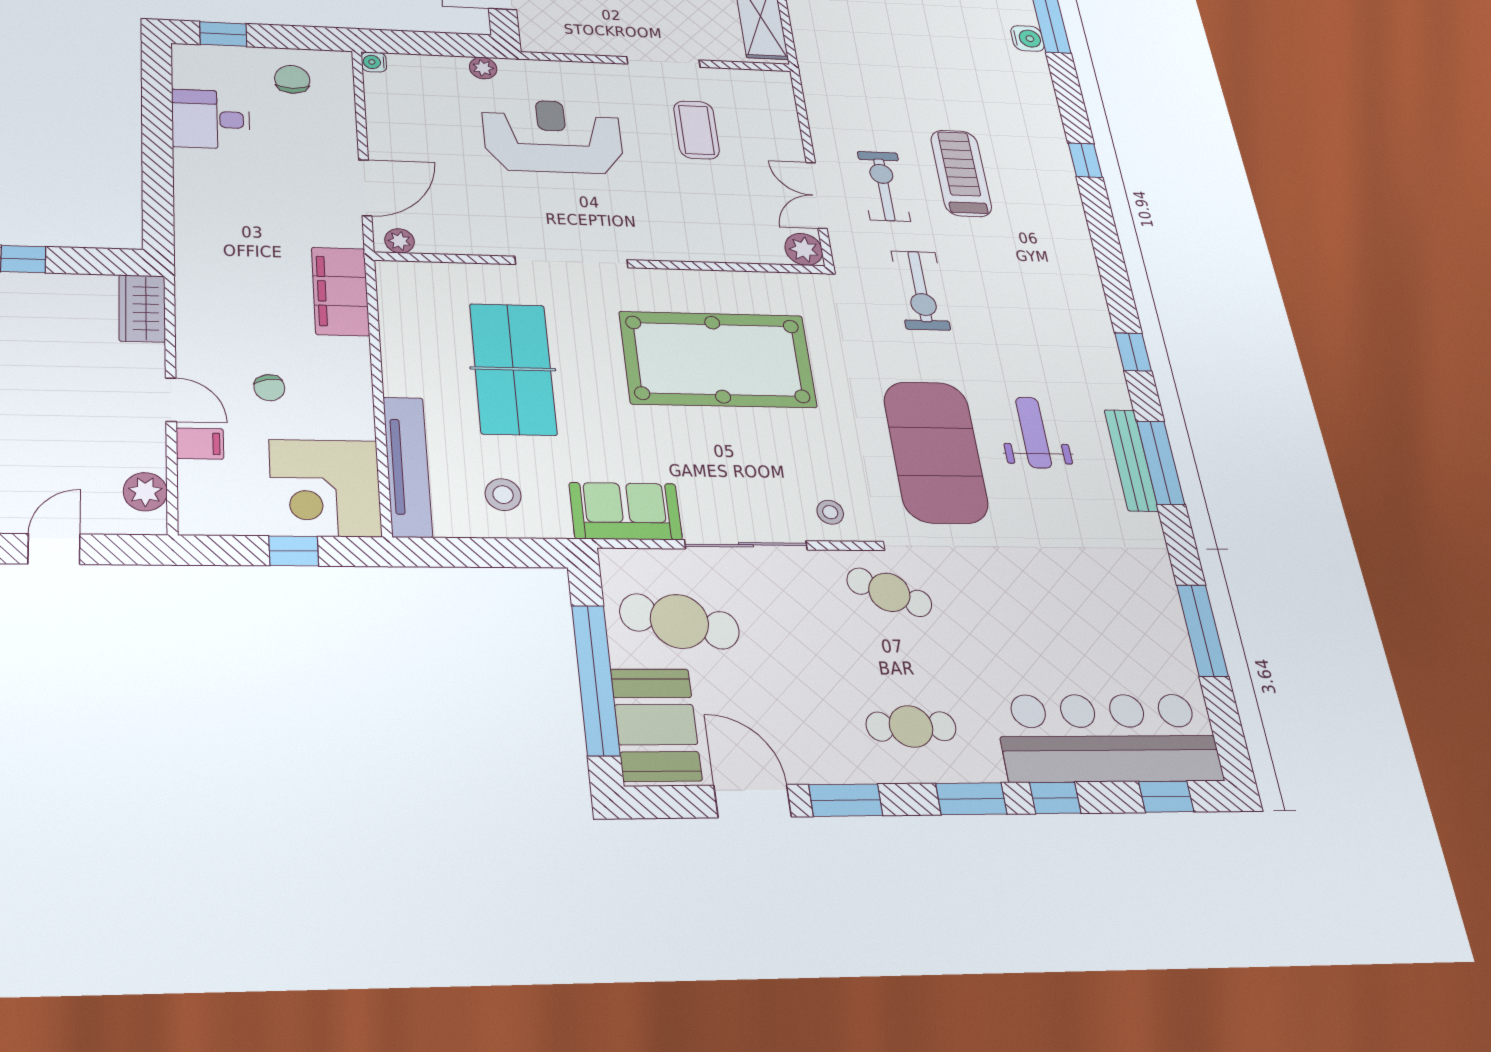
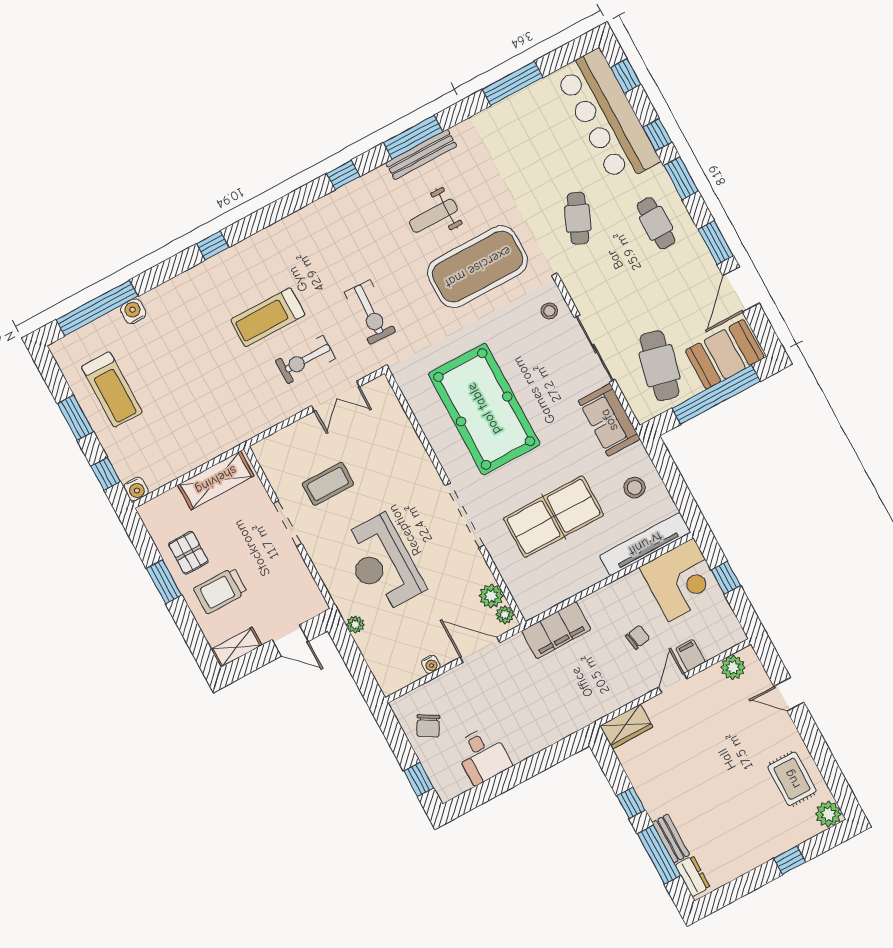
water cooler: (374, 62) -> (431, 664), moved
chair: (292, 79) -> (428, 726), turned -60
plant: (804, 249) -> (491, 596), moved
exercise bike: (921, 290) -> (370, 312), turned 92
cafe table: (889, 592) -> (578, 218), moved

